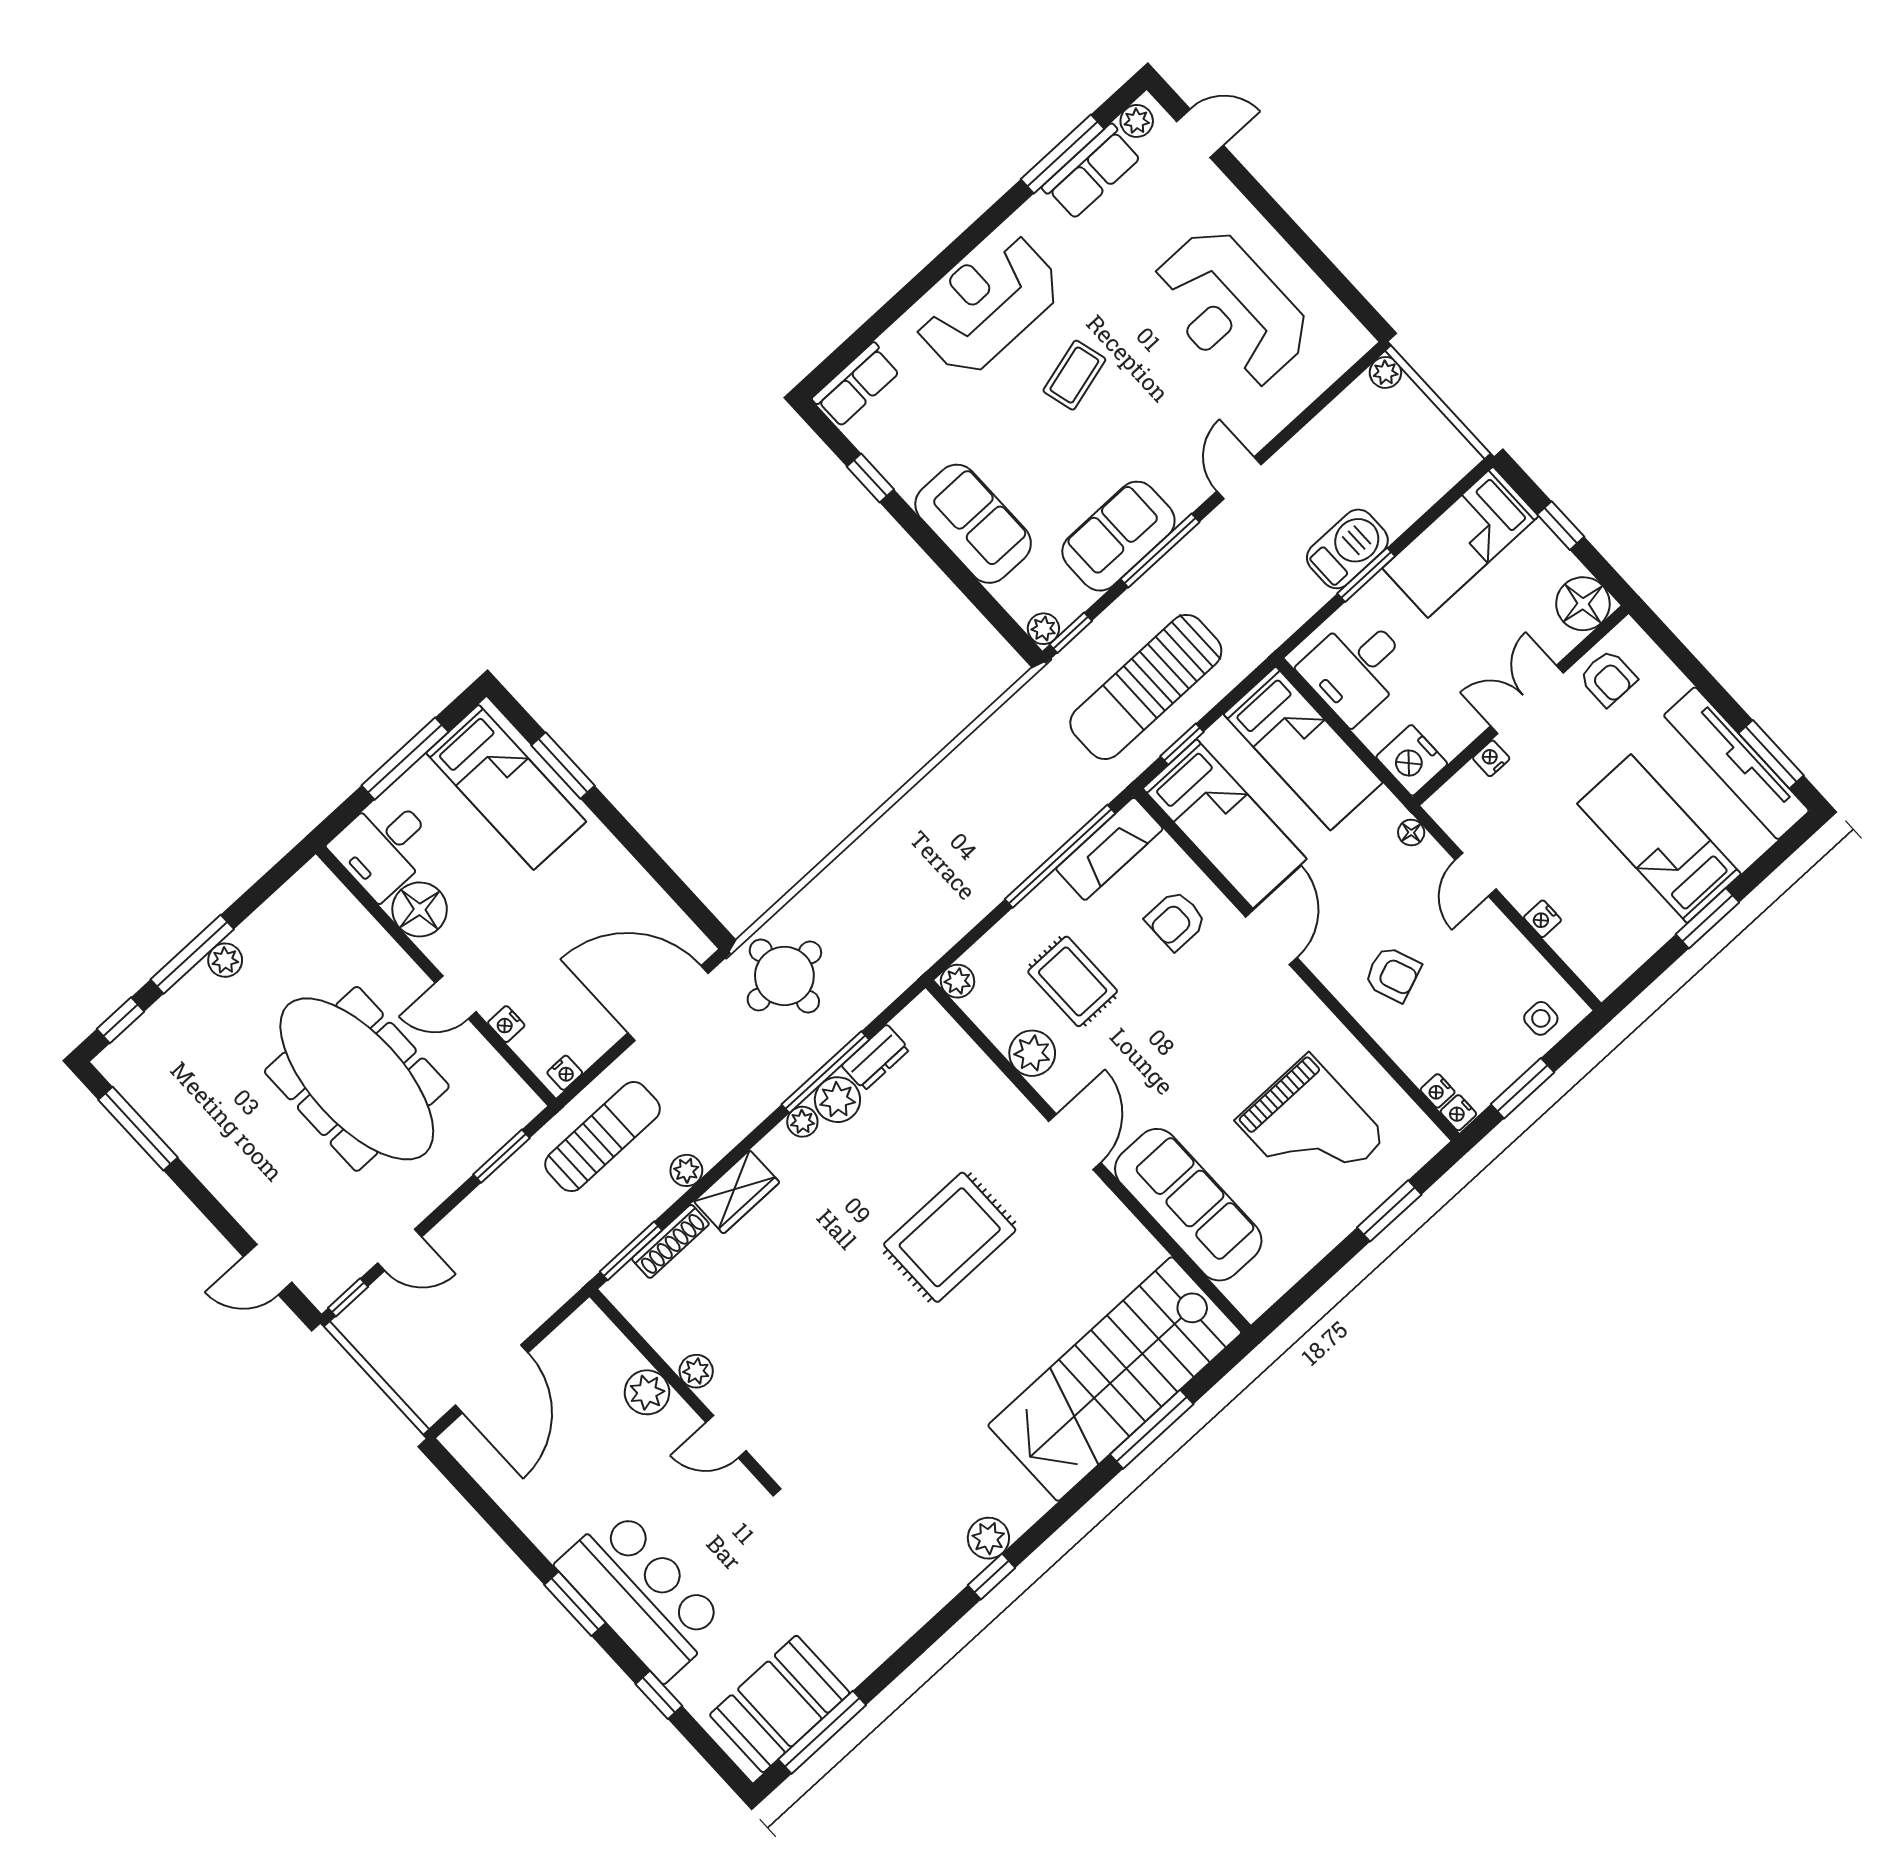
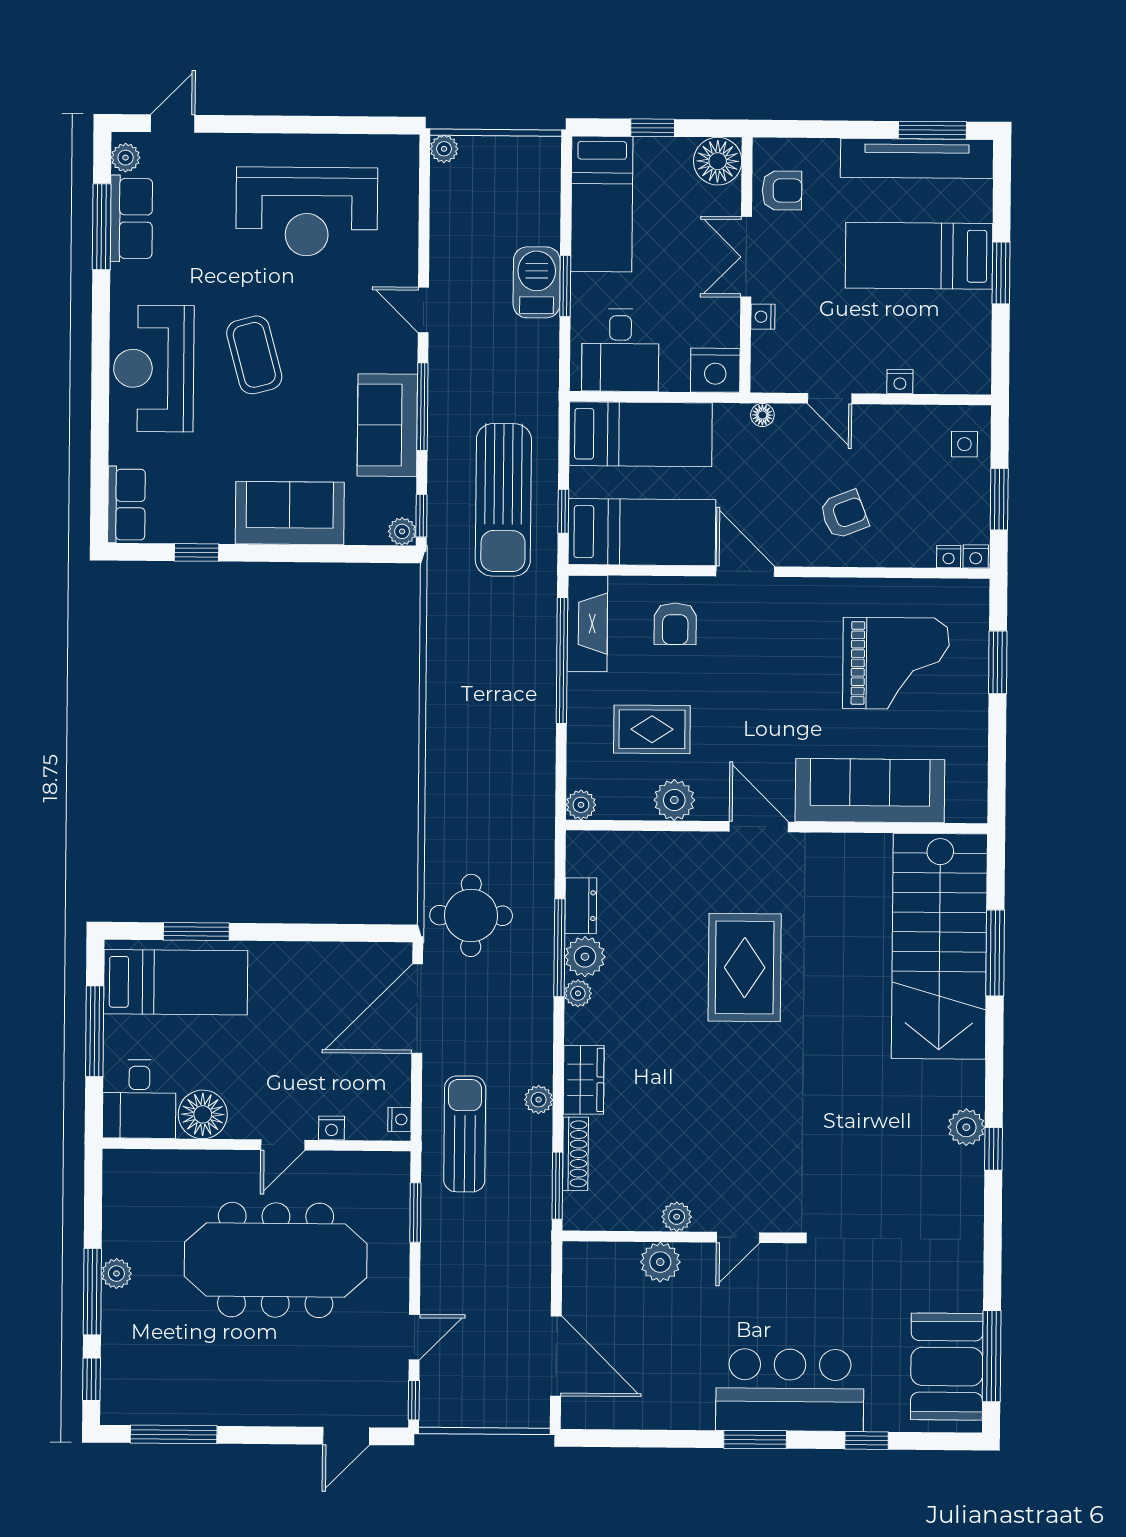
coffee table: (1074, 375) -> (254, 355), width x1.36, depth x1.30

